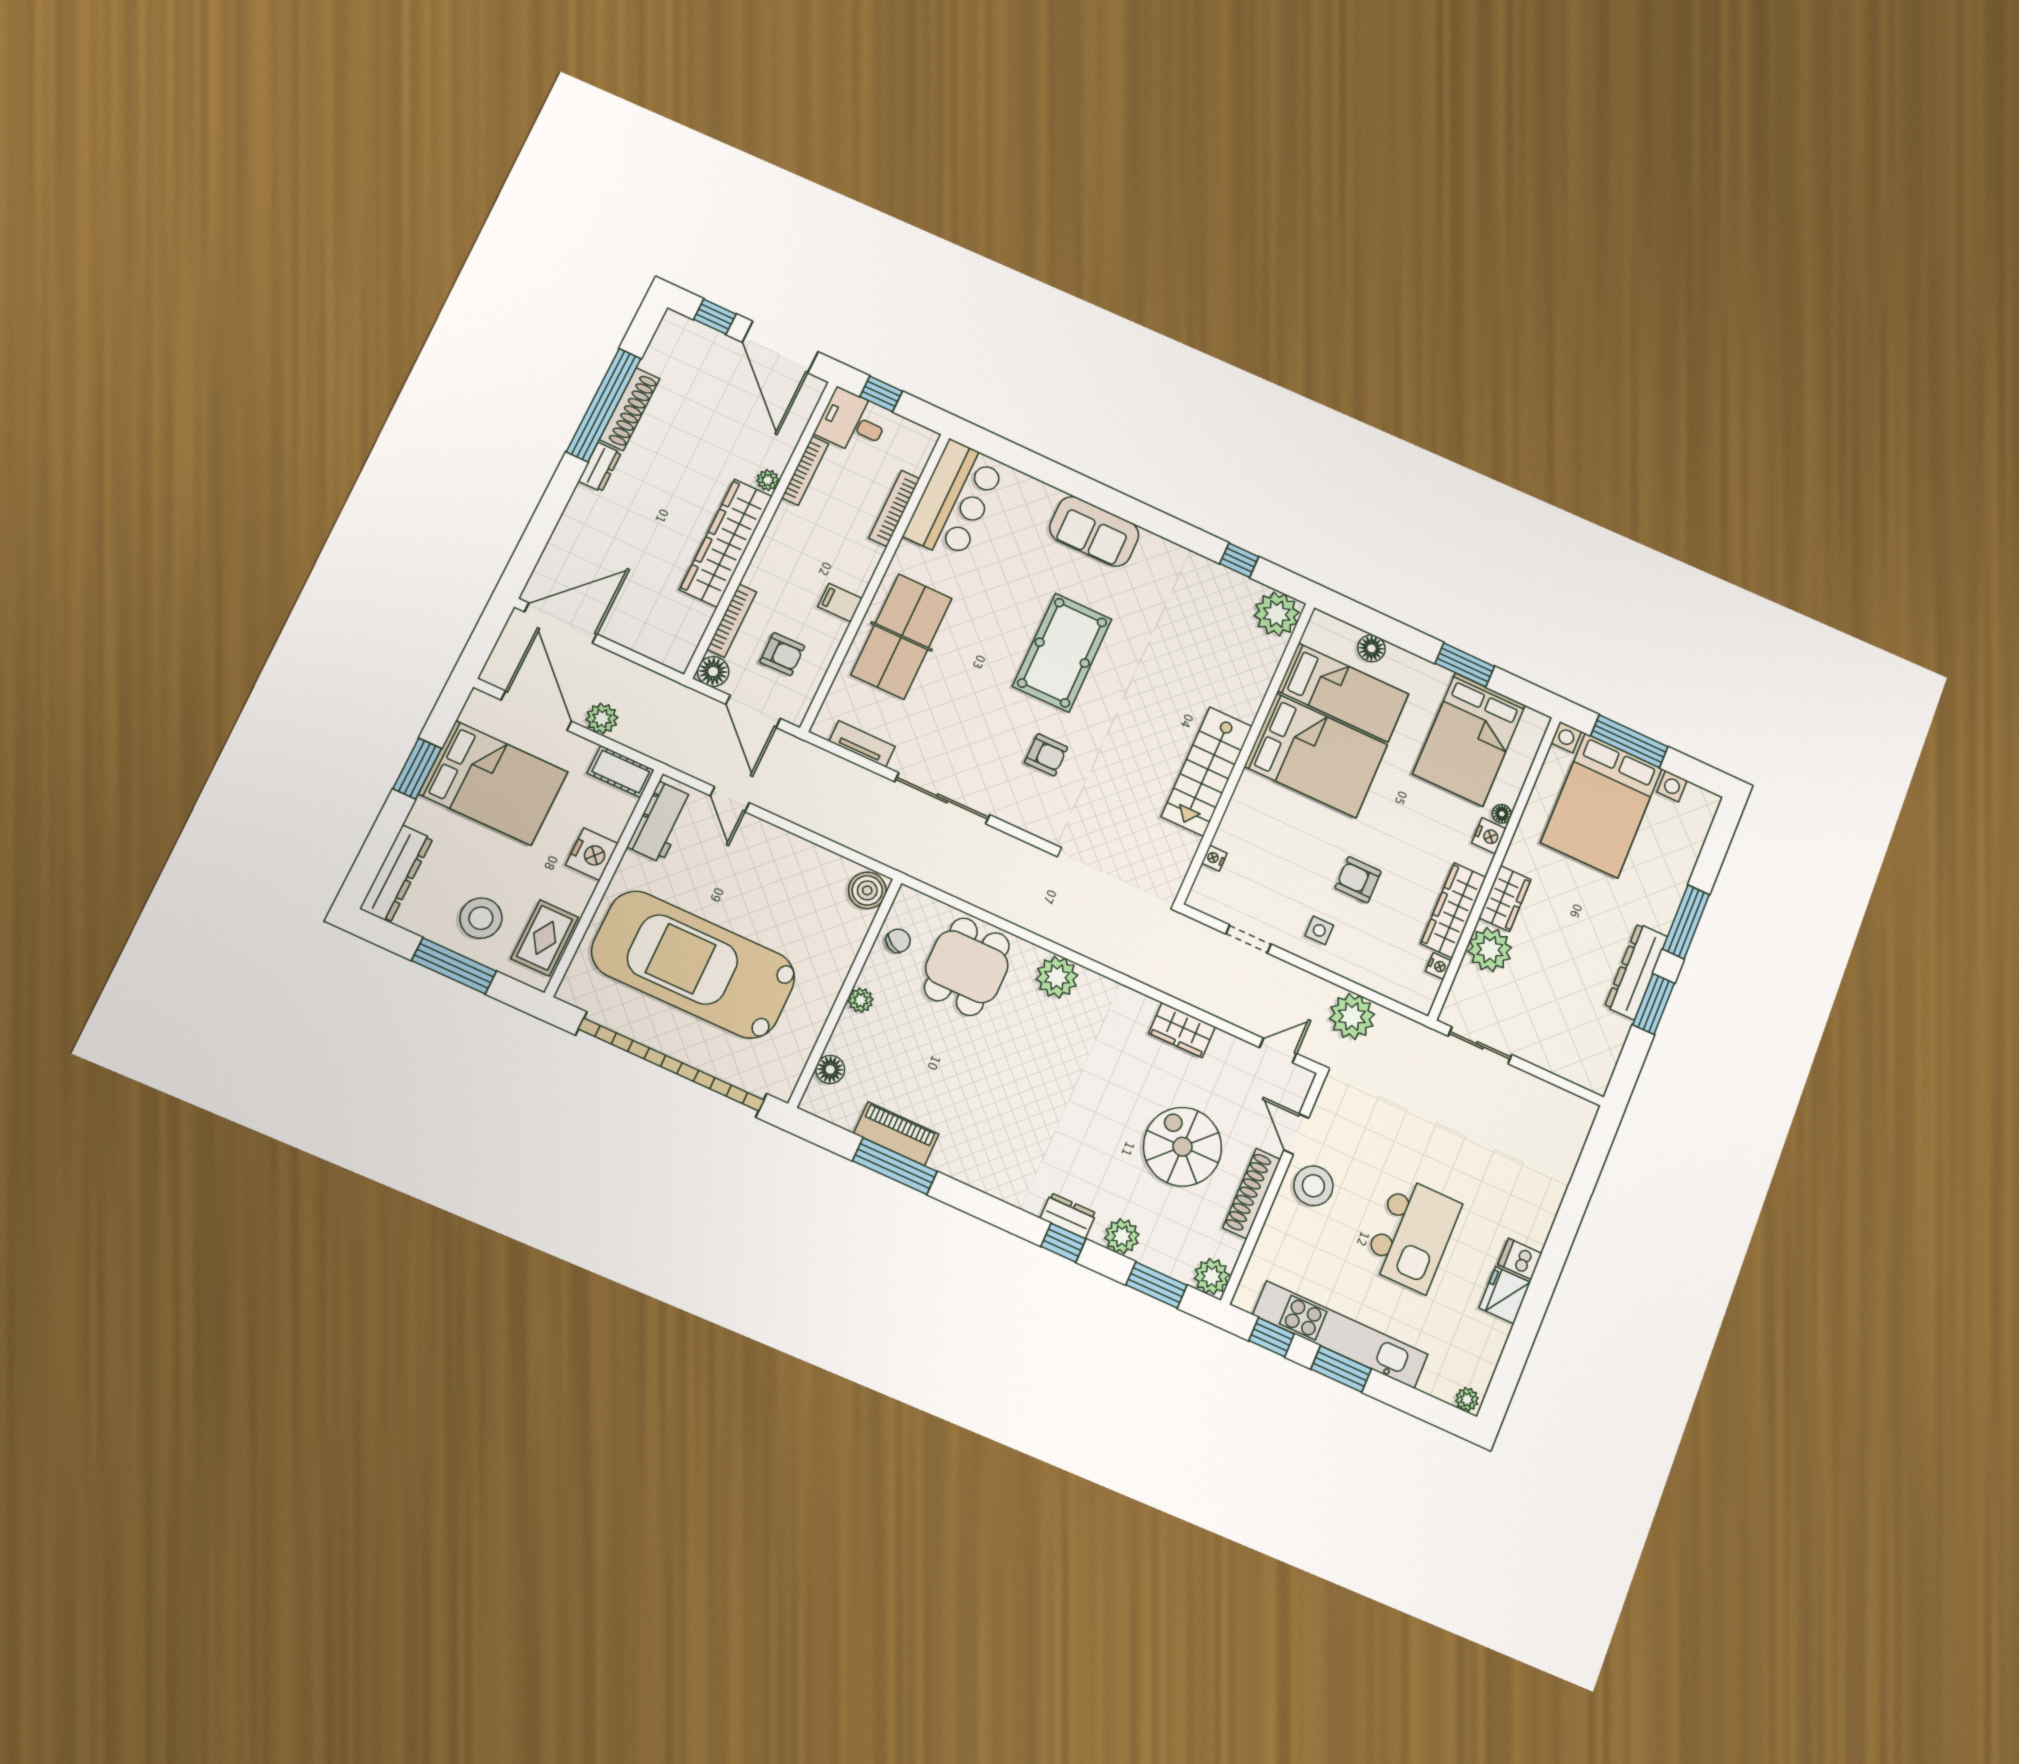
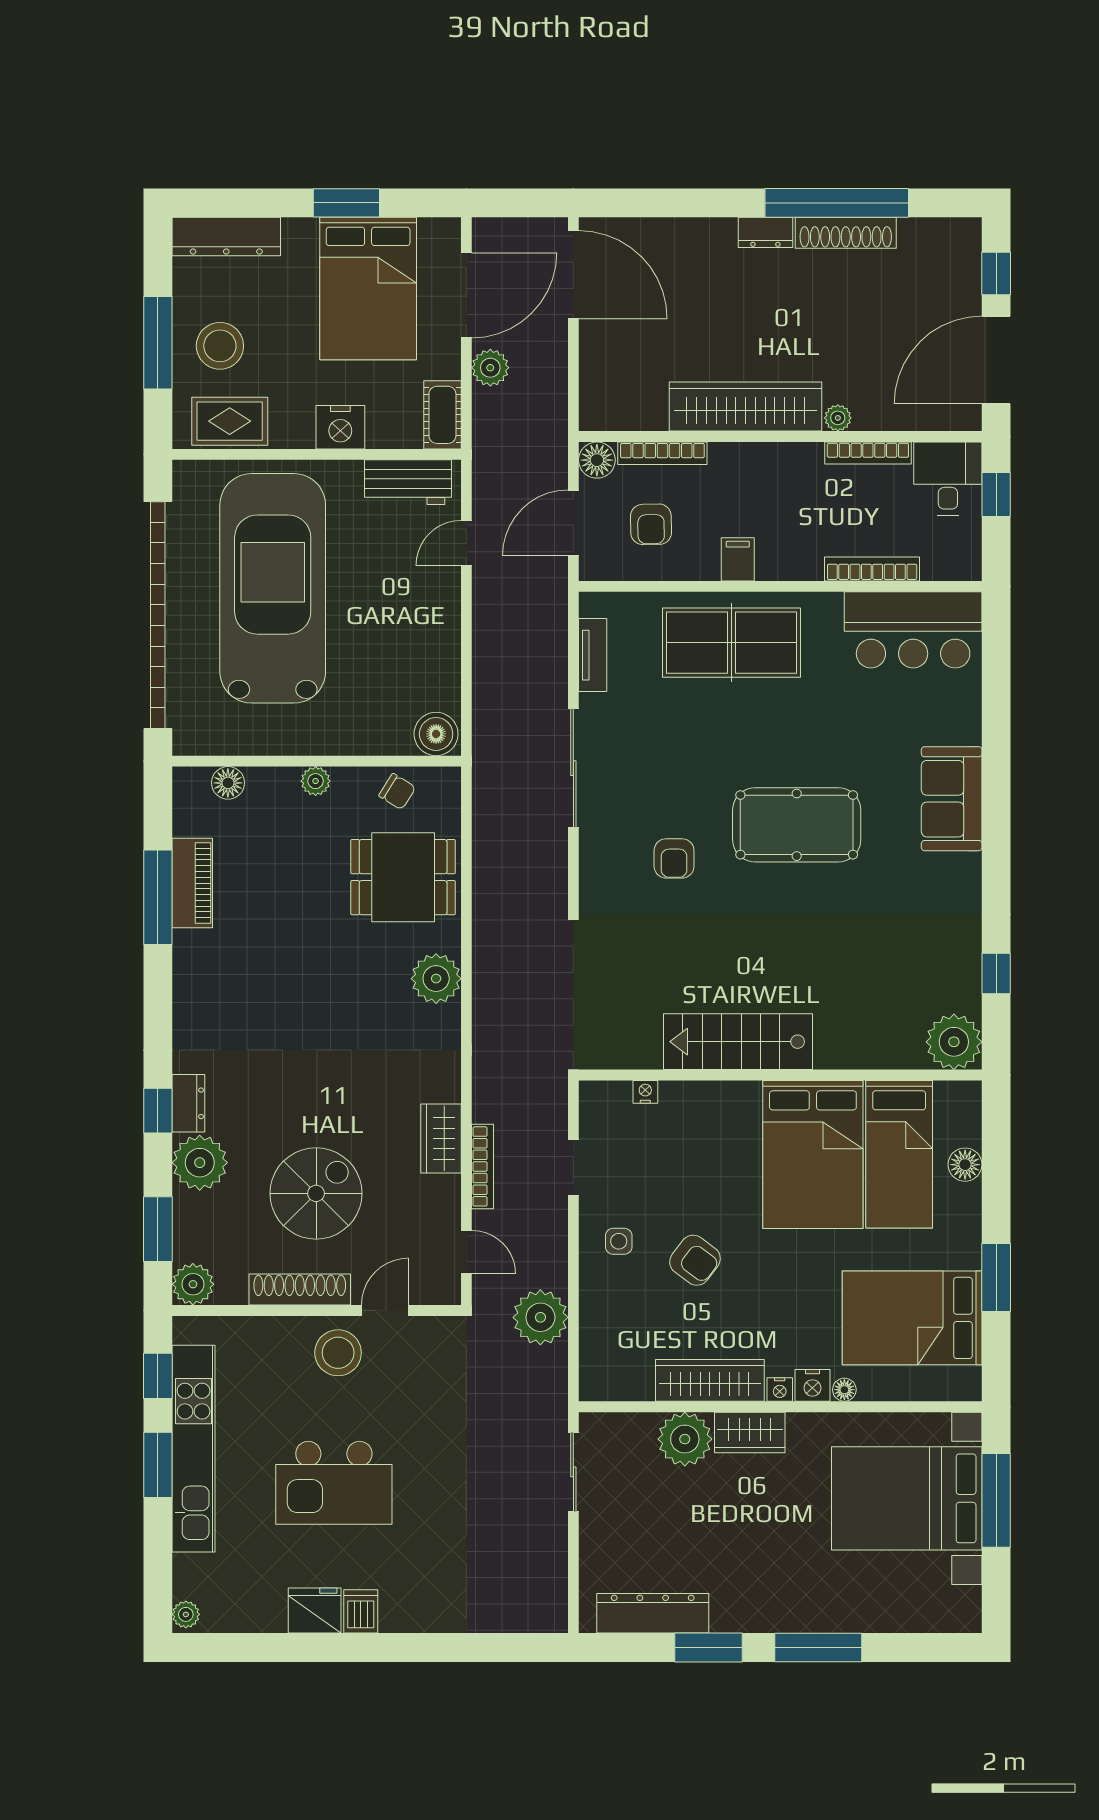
armchair: (1358, 880) -> (695, 1260), turned 127
nightstand: (1438, 966) -> (780, 1389), moved
dresser: (1636, 972) -> (653, 1613), moved
bookcase: (1218, 1008) -> (483, 1166), added
plant: (1122, 1236) -> (200, 1163), width x1.36, depth x1.36

